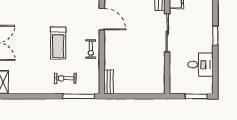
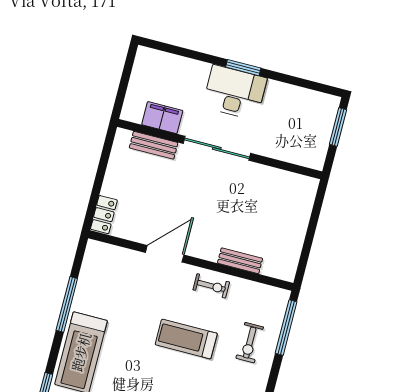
treadmill: (58, 43) -> (186, 339), turned 180
desk: (200, 65) -> (235, 92), moved, width x1.37
bench: (109, 82) -> (240, 261), moved

